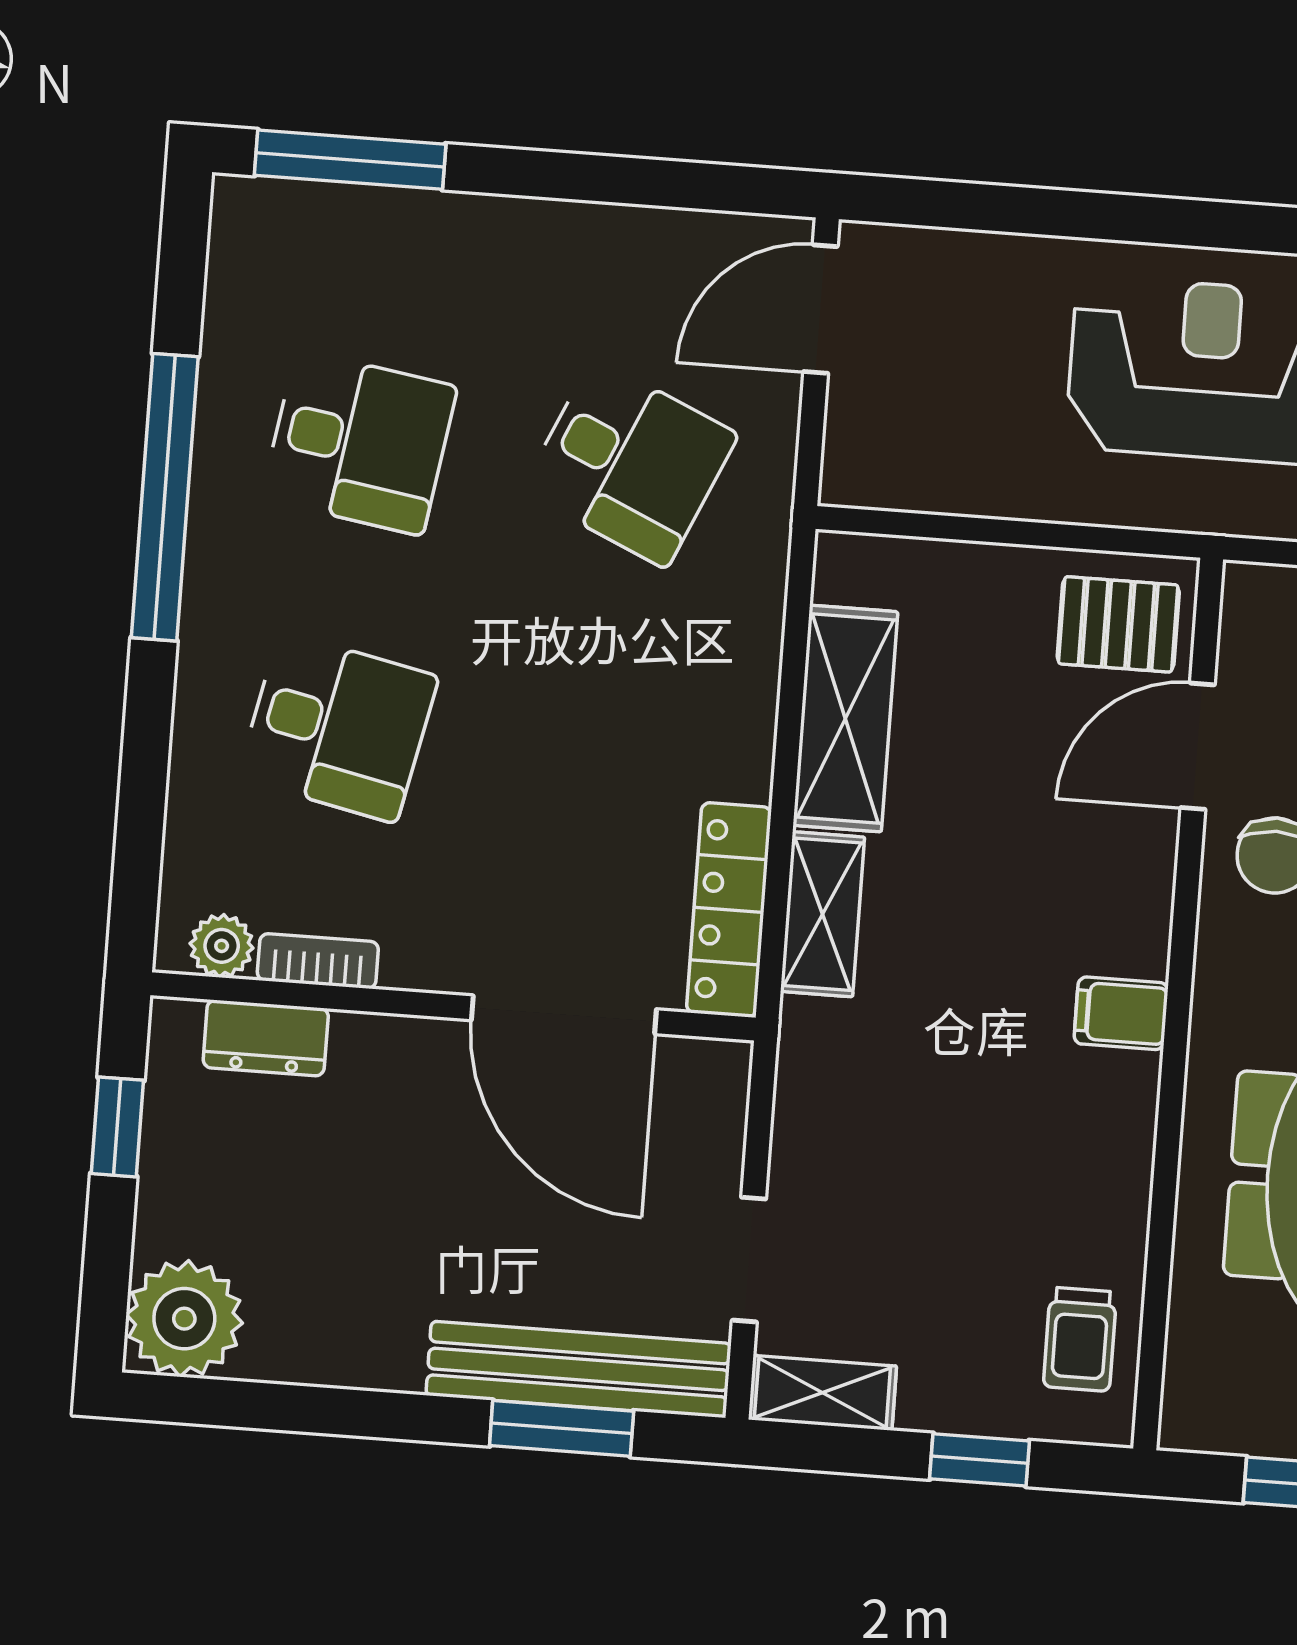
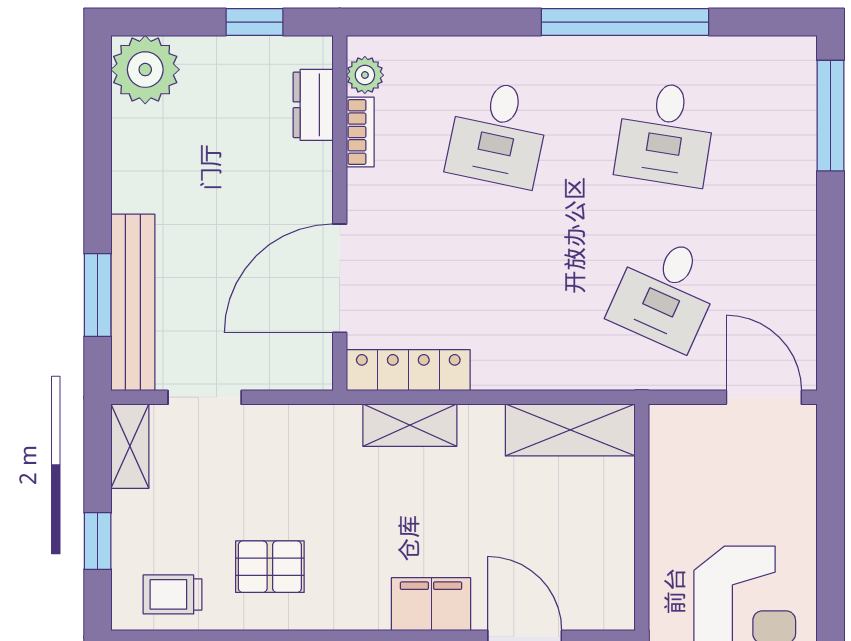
pallet: (1118, 624) -> (270, 567), moved, turned 90
shelving: (845, 719) -> (570, 430), moved
filing cabinet: (1121, 1013) -> (431, 604), moved, width x2.00

